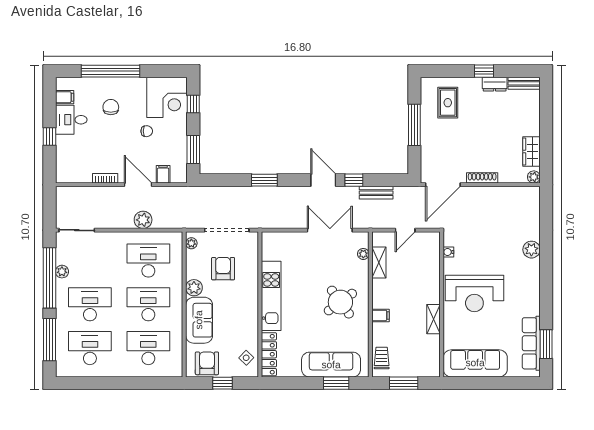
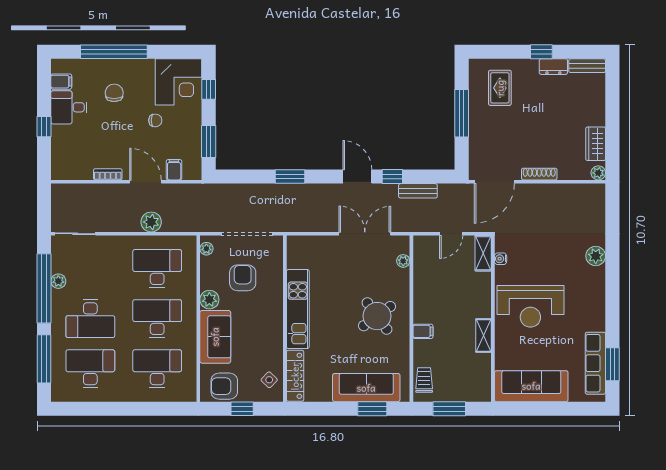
shelving: (379, 262) -> (483, 253), moved
desk: (90, 304) -> (90, 319), turned 180
armchair: (207, 363) -> (224, 386), turned -90

